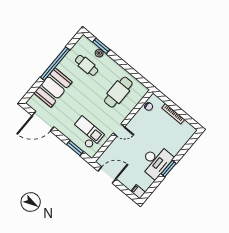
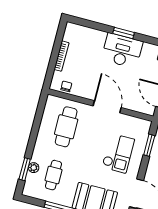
cafe table: (118, 92) -> (66, 127), turned 90
door: (119, 130) -> (107, 107), width x1.88
checkout: (87, 133) -> (118, 153), moved, turned 180

